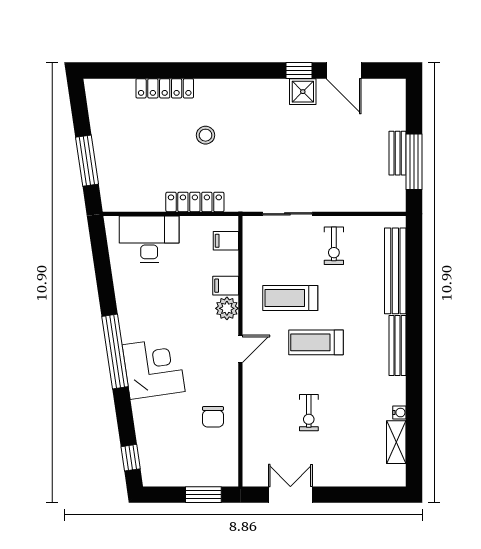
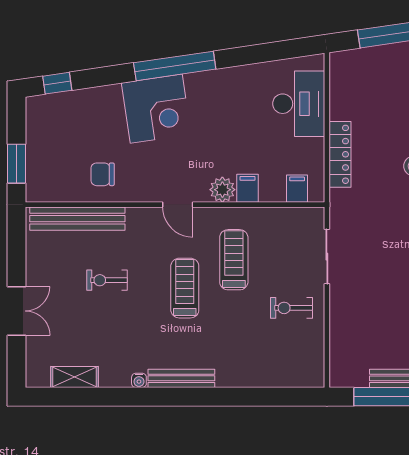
bench: (395, 271) -> (77, 219), moved
water cooler: (399, 413) -> (139, 380), moved
double door: (290, 495) -> (17, 311), moved

